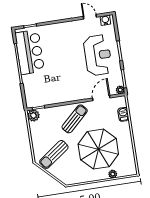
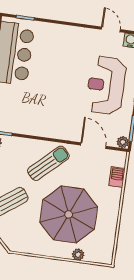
reception desk: (98, 55) -> (106, 85), turned 180
door: (101, 98) -> (93, 146), hinge flipped

